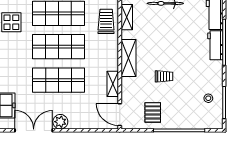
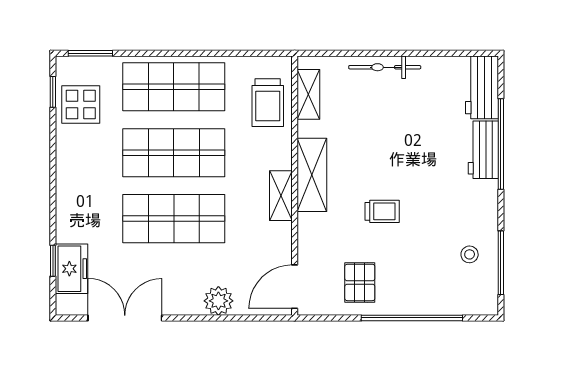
trolley: (106, 21) -> (268, 103), turned 180
shelving: (113, 84) -> (281, 196), moved
door: (120, 115) -> (295, 287), hinge flipped
plant: (60, 122) -> (218, 301), moved

